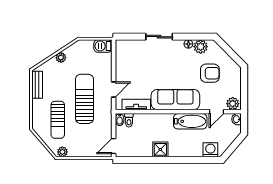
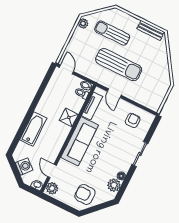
barbecue: (103, 46) -> (156, 102), removed
plant: (61, 58) -> (164, 62), removed
armchair: (131, 59) -> (133, 120), added
armchair: (210, 73) -> (85, 194), moved, turned 90
bathtub: (190, 121) -> (33, 129), moved, turned 180
shower: (160, 149) -> (69, 117), moved
washing machine: (210, 150) -> (24, 166), moved, turned -49

